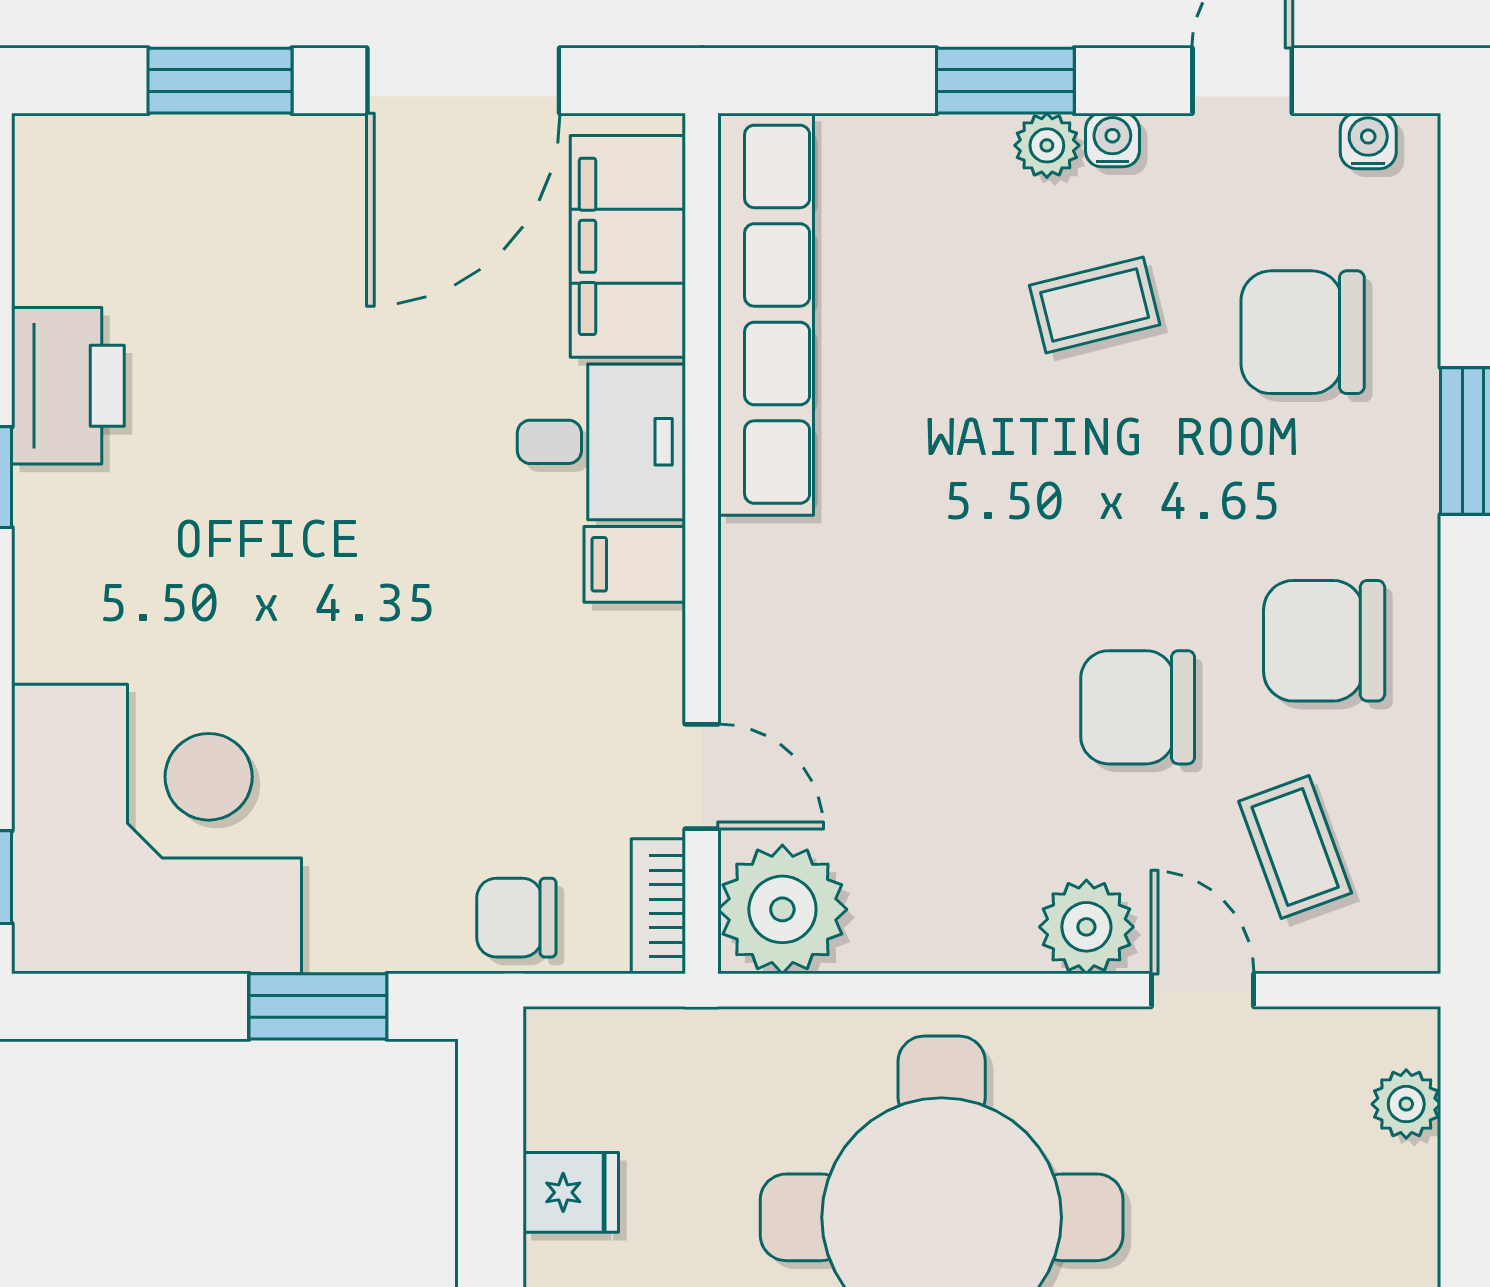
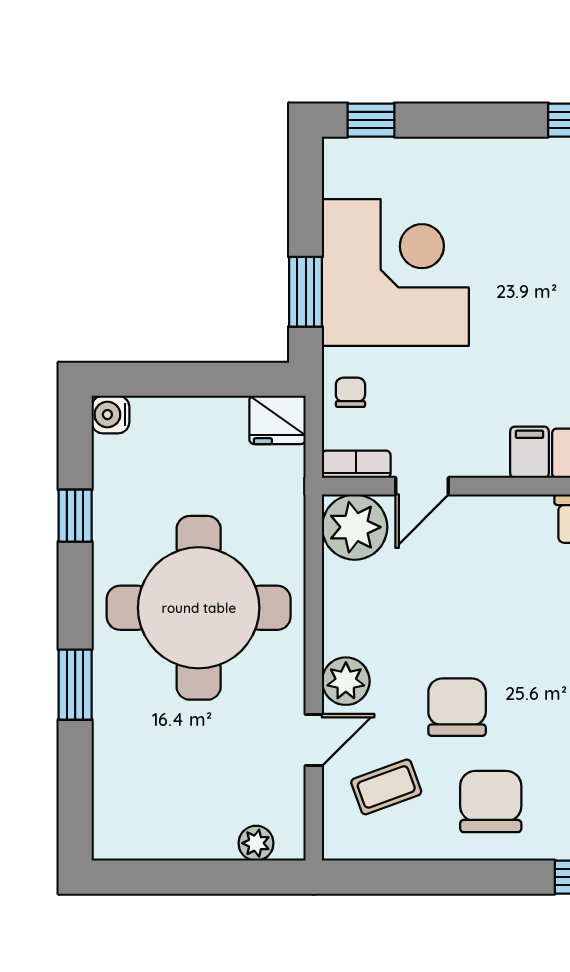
corner desk: (156, 829) -> (395, 273), moved, turned -90
chair: (516, 918) -> (350, 392), width x0.73, depth x0.73
fridge: (571, 1192) -> (277, 420), moved, width x1.38

